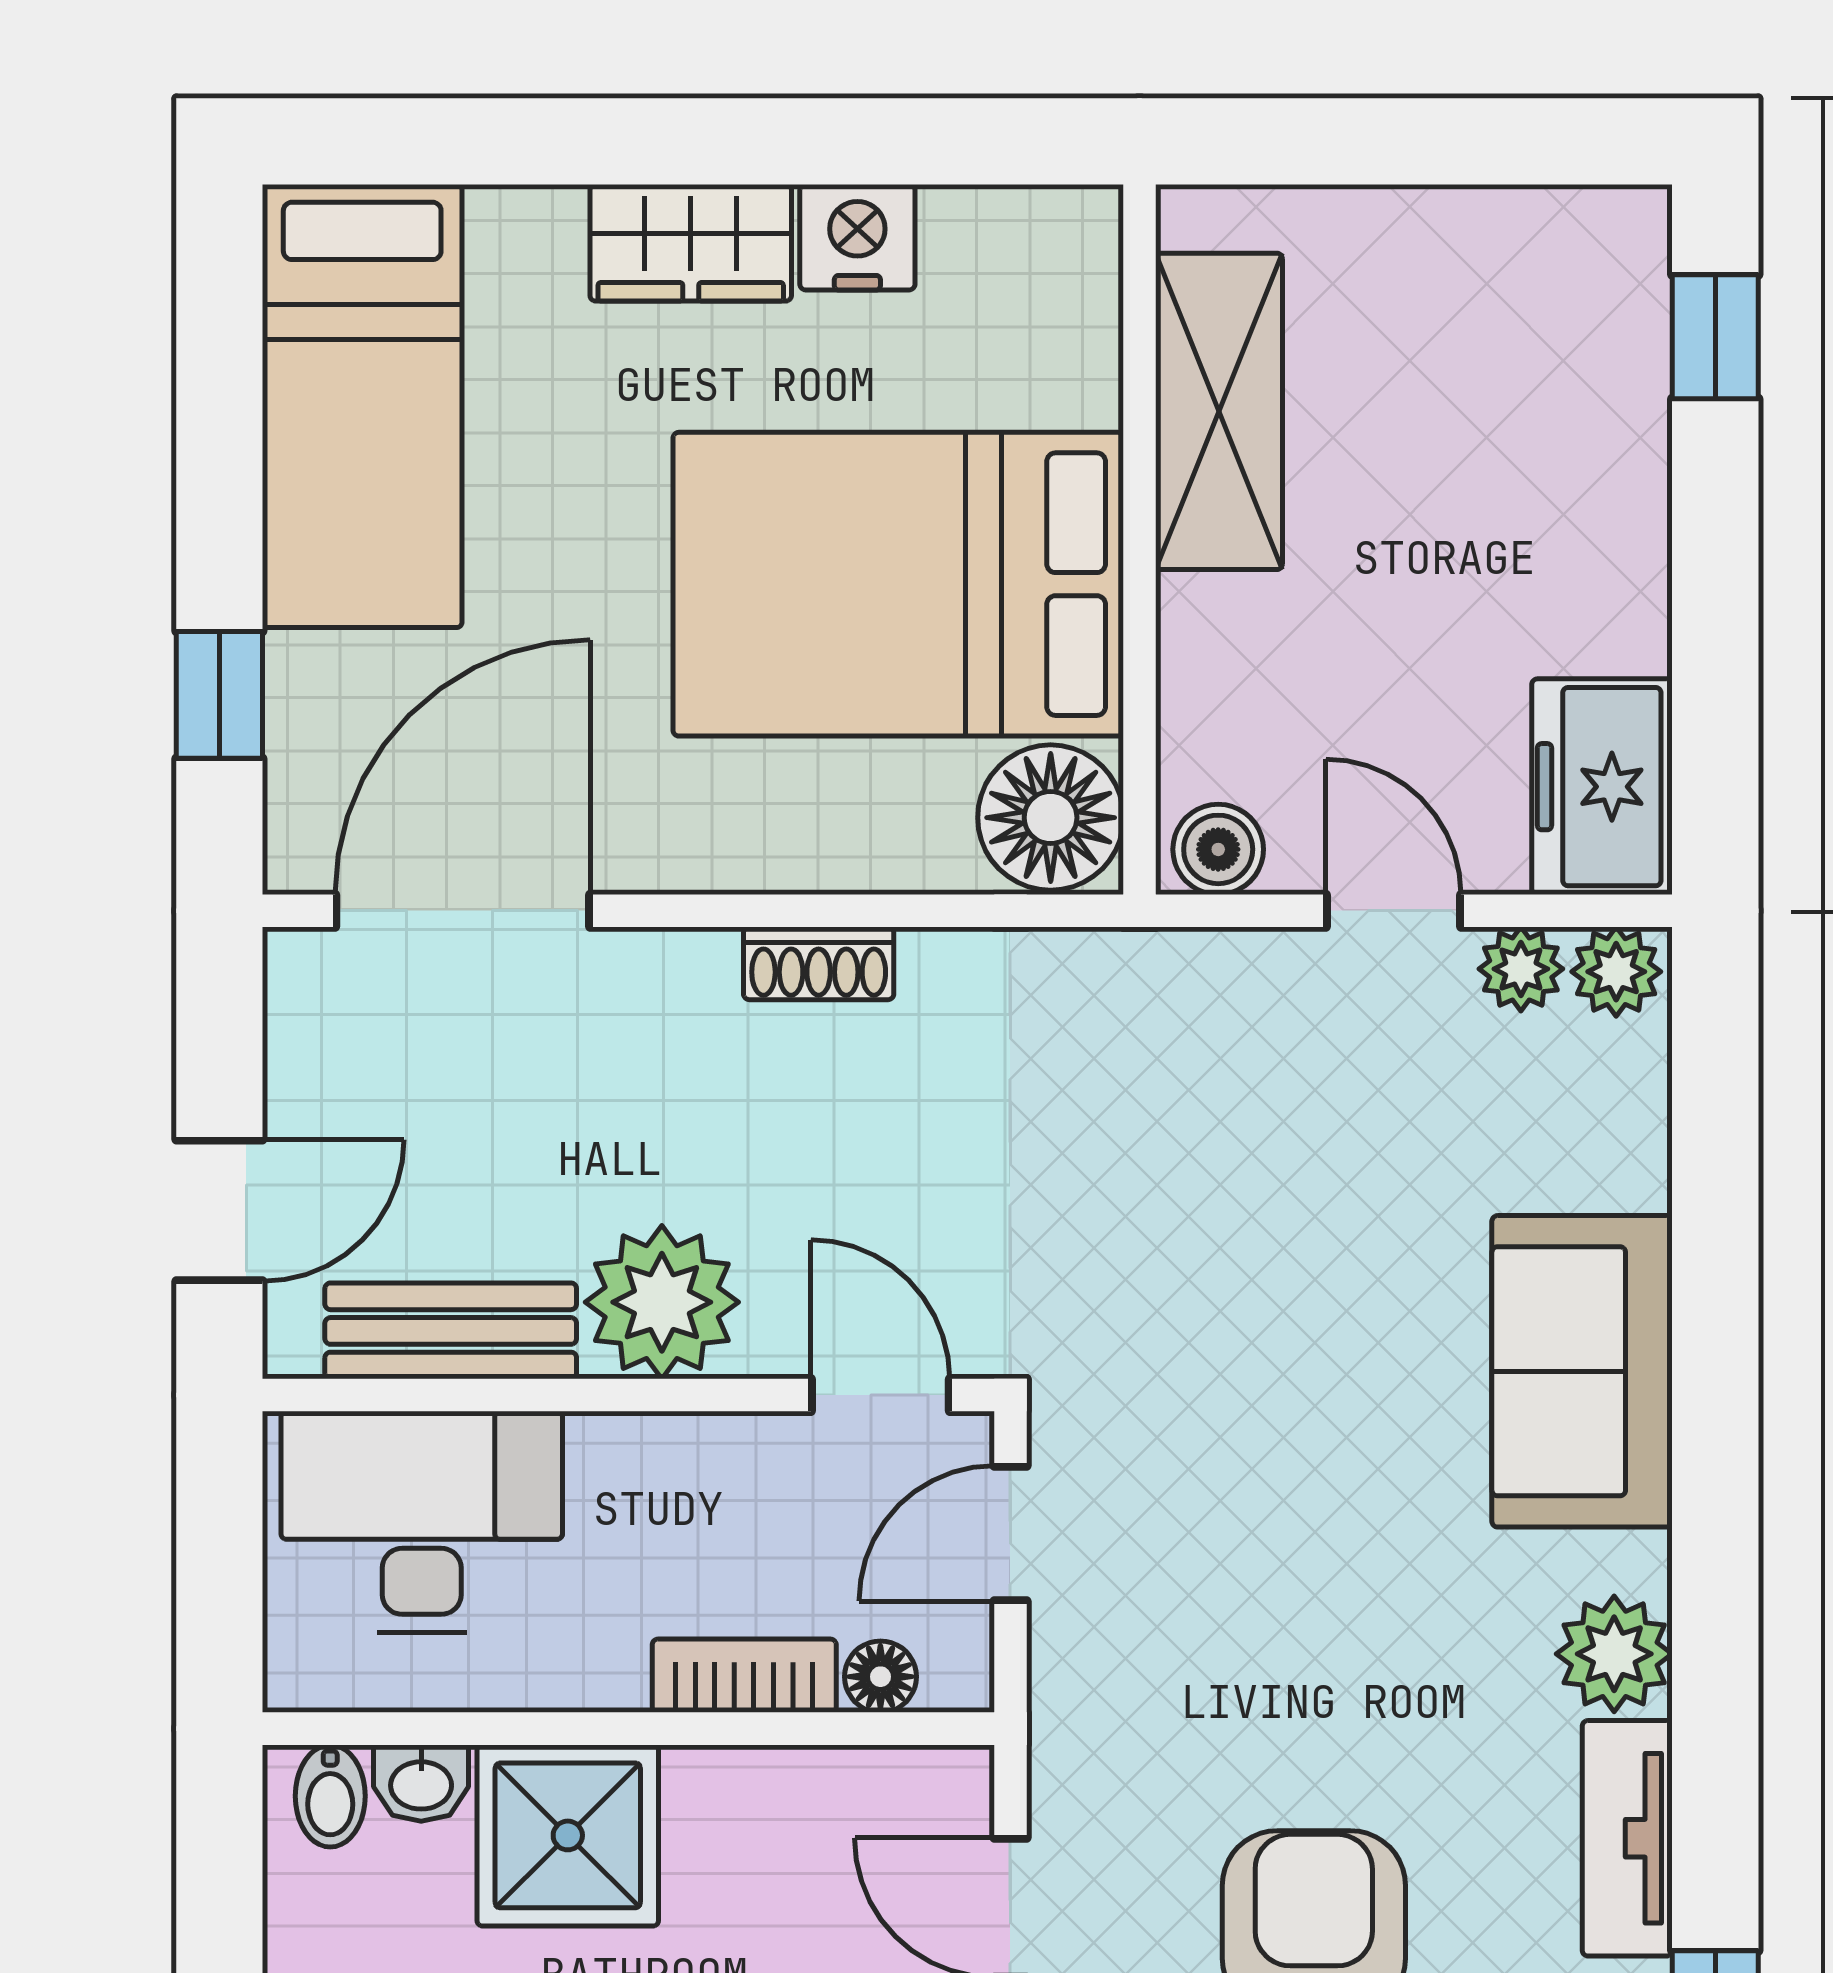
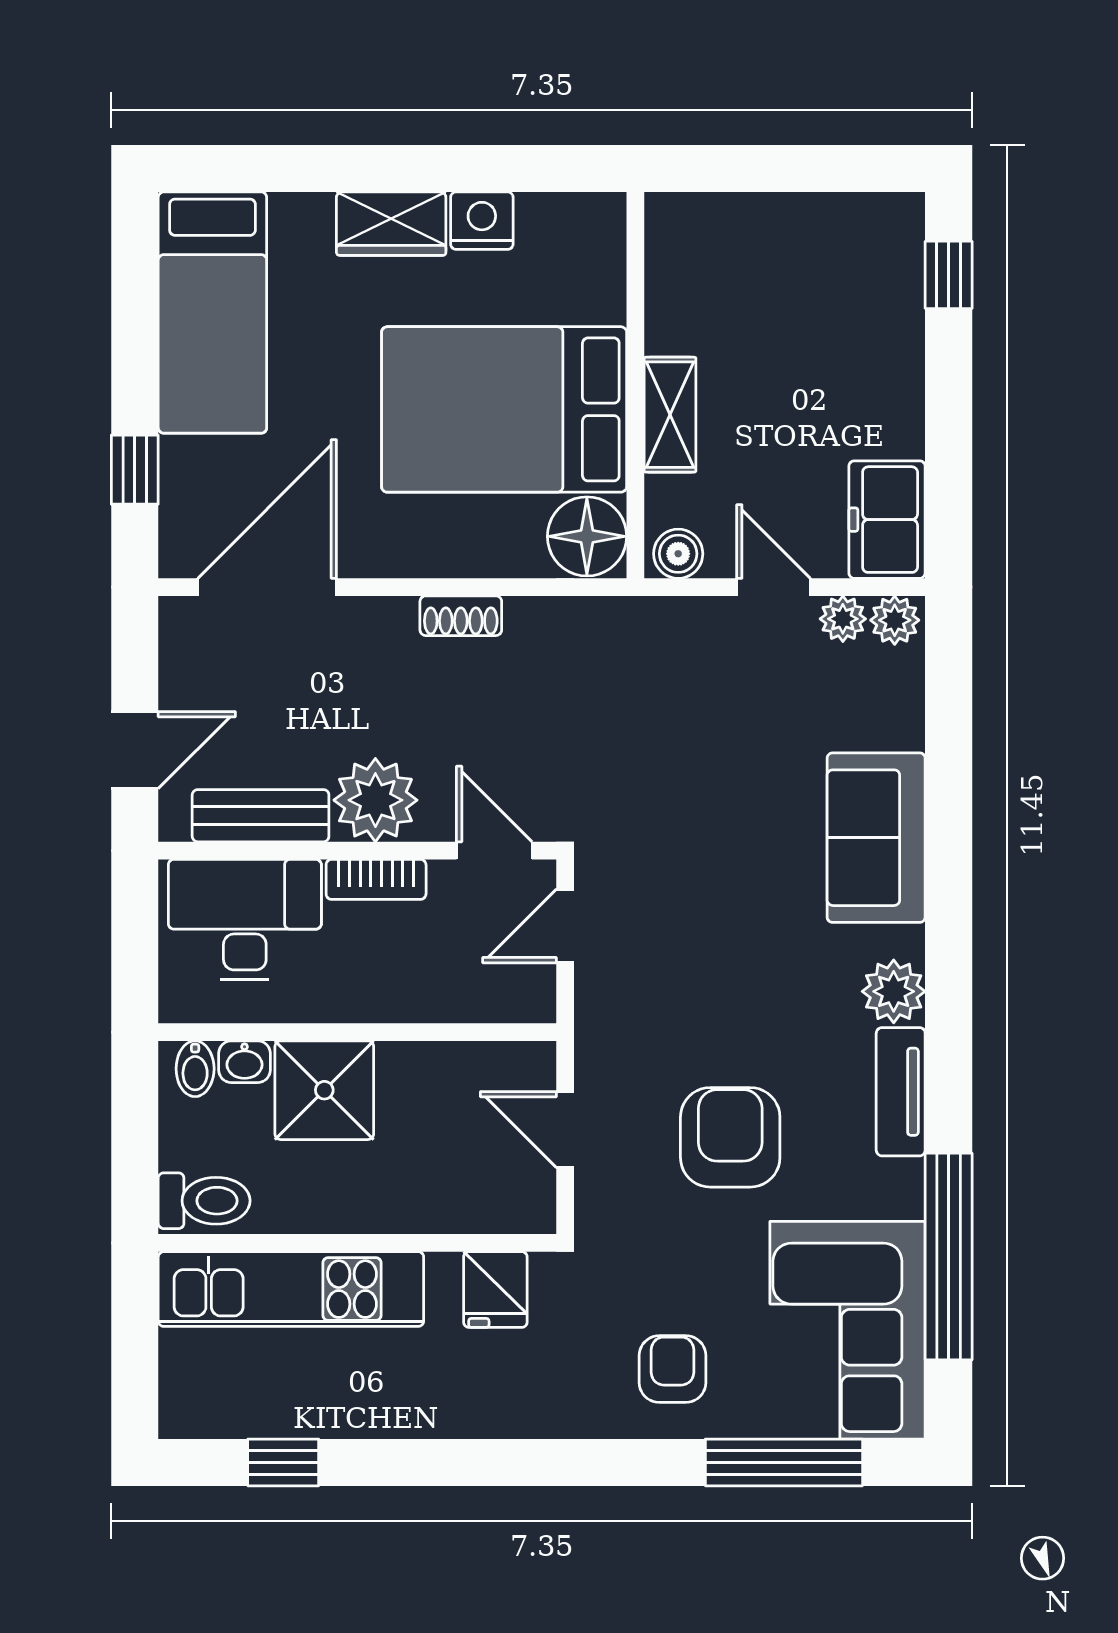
shelving: (1219, 411) -> (670, 415), moved, width x0.67, depth x0.75
bookcase: (744, 1676) -> (376, 879), moved, turned 180
floor lamp: (880, 1677) -> (494, 1004), removed

